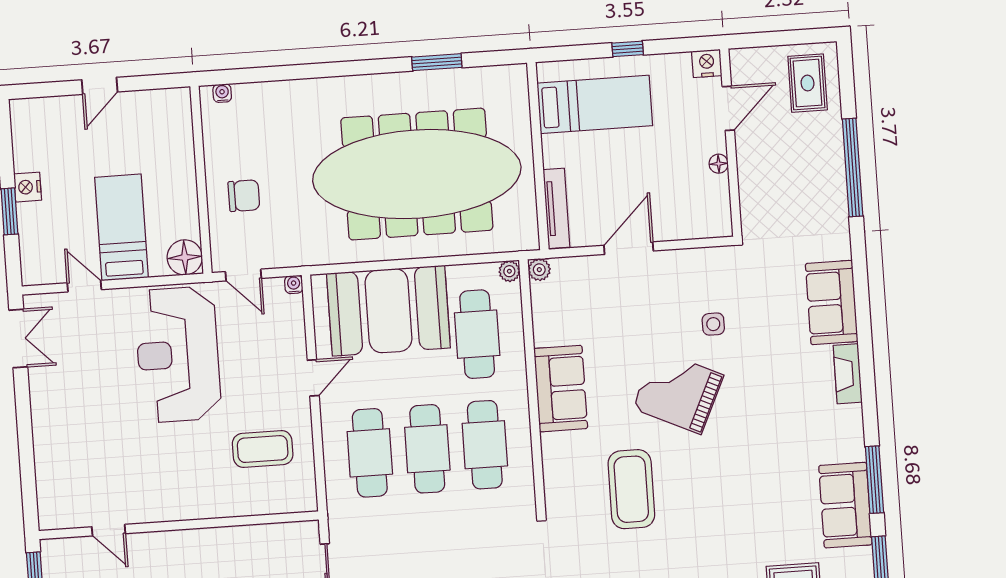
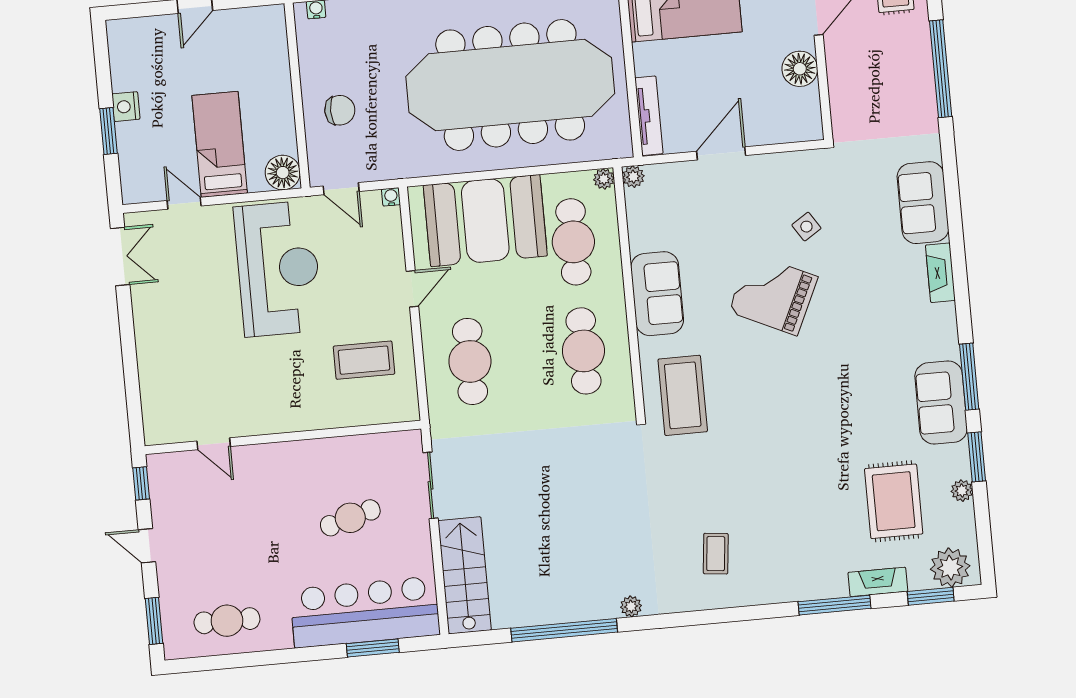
floor lamp: (719, 164) -> (800, 69), width x1.89, depth x1.89
side table: (713, 324) -> (806, 227), turned -33
reception desk: (178, 354) -> (278, 269), turned 180
cafe table: (427, 449) -> (527, 356), removed
coffee table: (631, 489) -> (683, 395), moved

